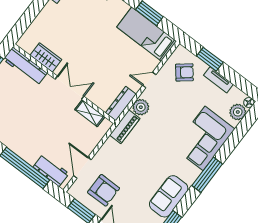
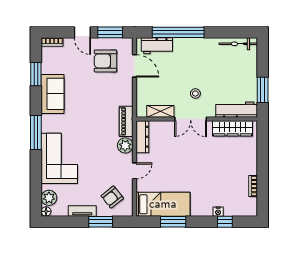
wardrobe: (46, 57) -> (233, 128), width x1.50
stool: (49, 106) -> (195, 94), added

